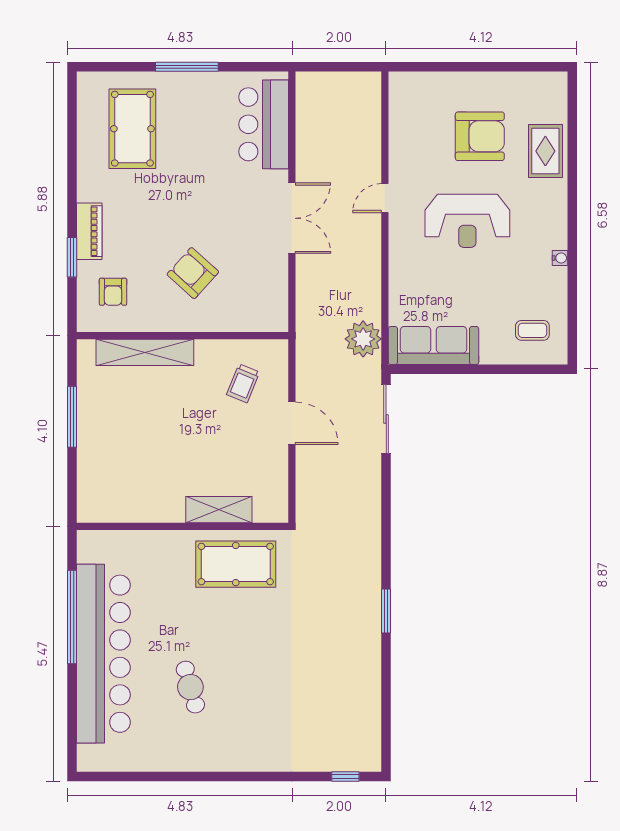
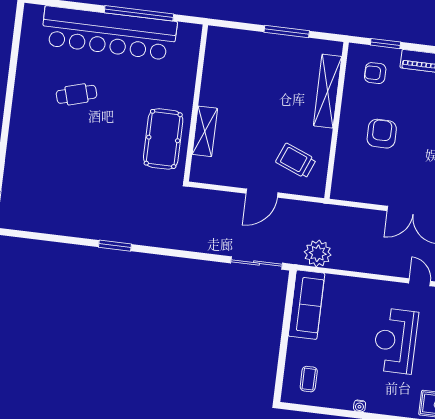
window: (72, 257) -> (385, 44), moved
armchair: (193, 273) -> (382, 134), turned -42
trolley: (243, 383) -> (296, 161), width x1.36, depth x1.39

